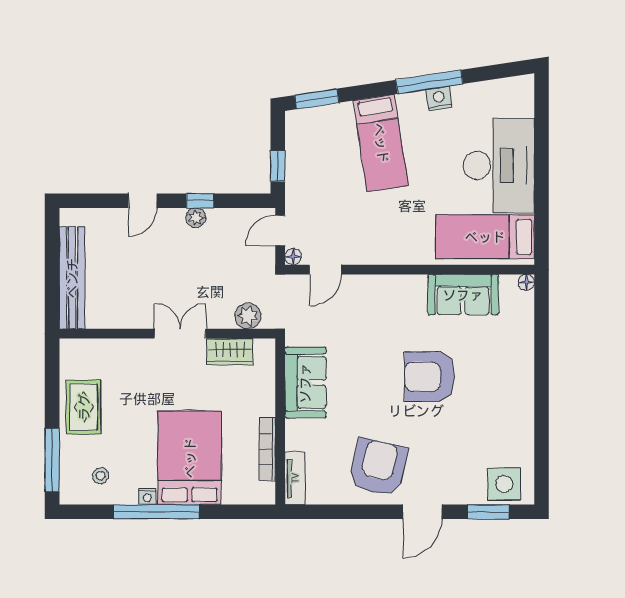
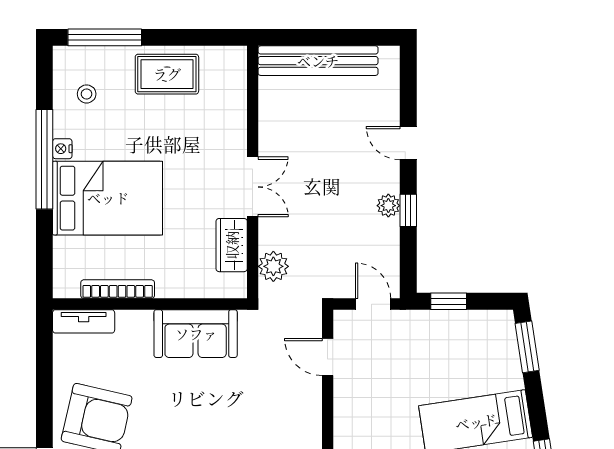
floor lamp: (293, 257) -> (343, 319), removed

